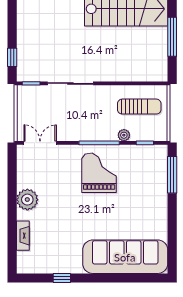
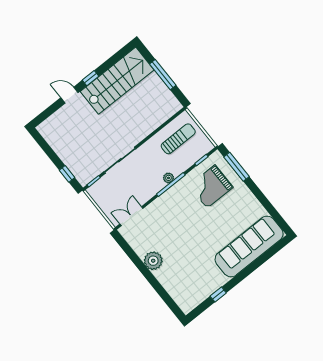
plant: (124, 135) -> (168, 178), moved
grand piano: (99, 173) -> (211, 186), moved, turned -90
fireplace: (23, 236) -> (169, 287), removed

